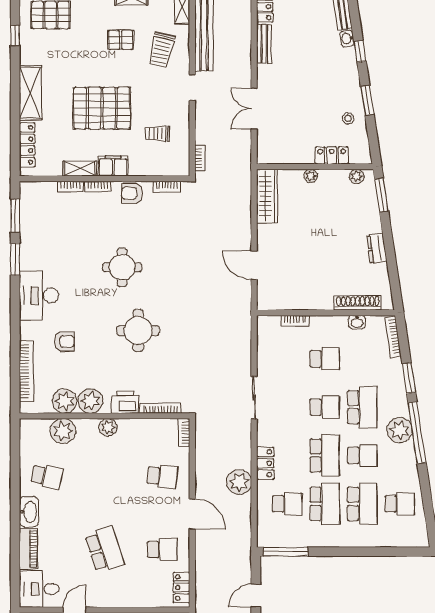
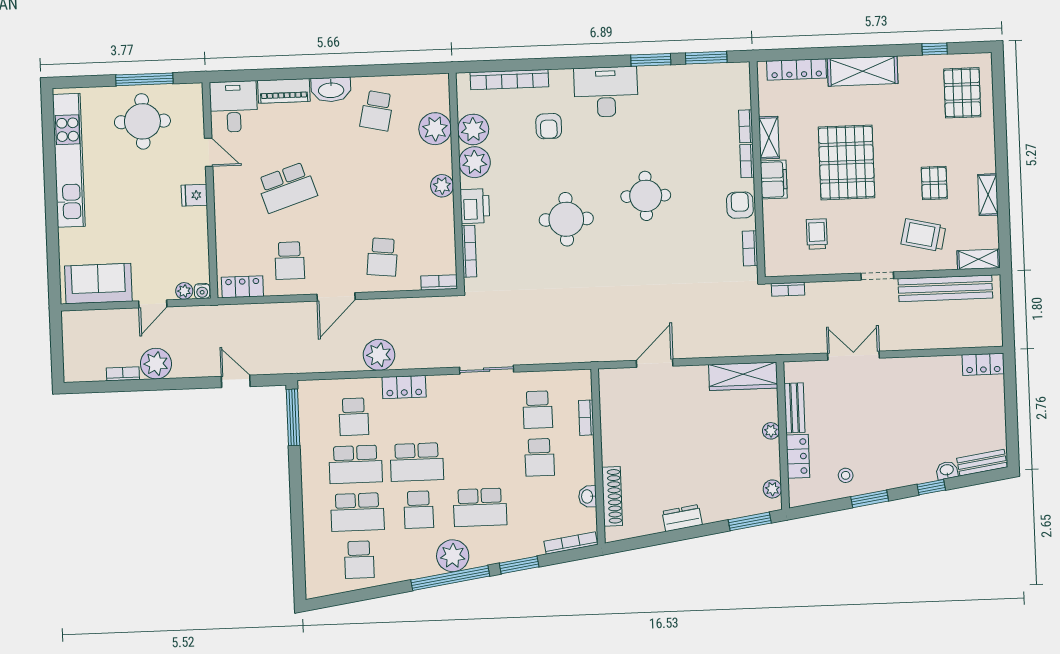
bench: (264, 44) -> (795, 408), moved, turned 90
school desk: (325, 407) -> (538, 410), moved

